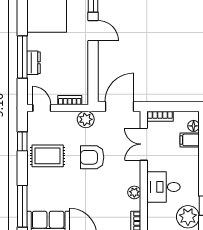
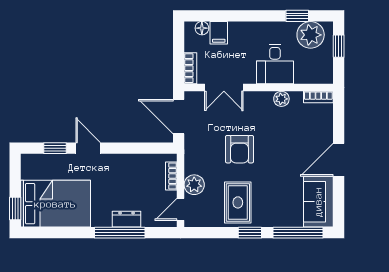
door: (93, 31) -> (88, 148), hinge flipped
plant: (86, 119) -> (194, 185), moved
window: (22, 141) -> (250, 233), moved

